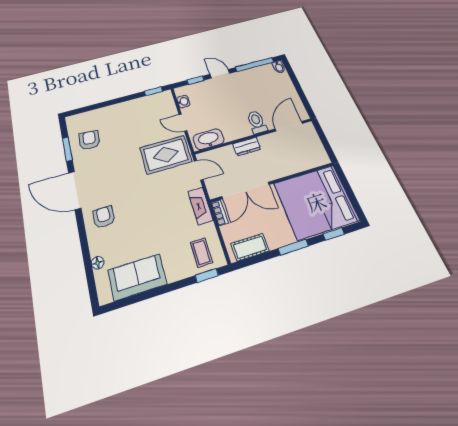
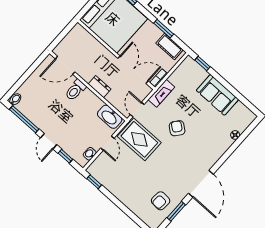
armchair: (104, 217) -> (177, 128), moved, turned 128
window: (293, 247) -> (164, 29), moved
coffee table: (201, 252) -> (191, 75), removed
sofa: (137, 277) -> (217, 95), moved

